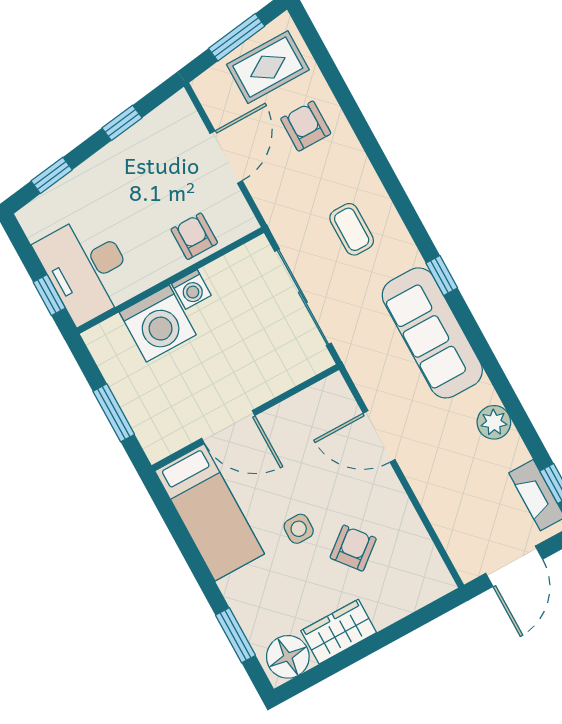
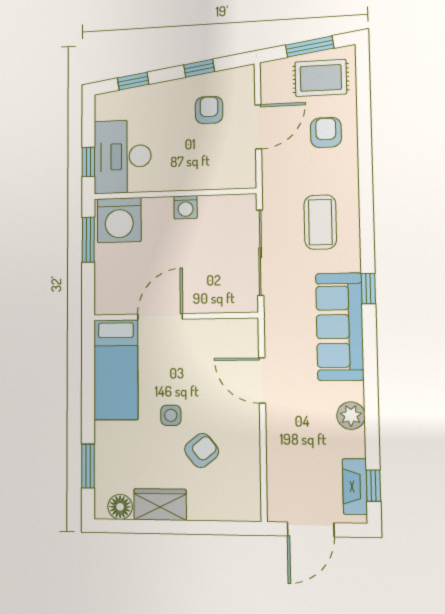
coffee table: (352, 229) -> (320, 222), width x1.36, depth x1.30
armchair: (194, 236) -> (209, 110), moved
washing machine: (158, 324) -> (119, 220), moved
window: (114, 413) -> (88, 240), moved
door: (228, 427) -> (160, 317), swing flipped
floor lamp: (288, 657) -> (120, 507), width x0.73, depth x0.73

